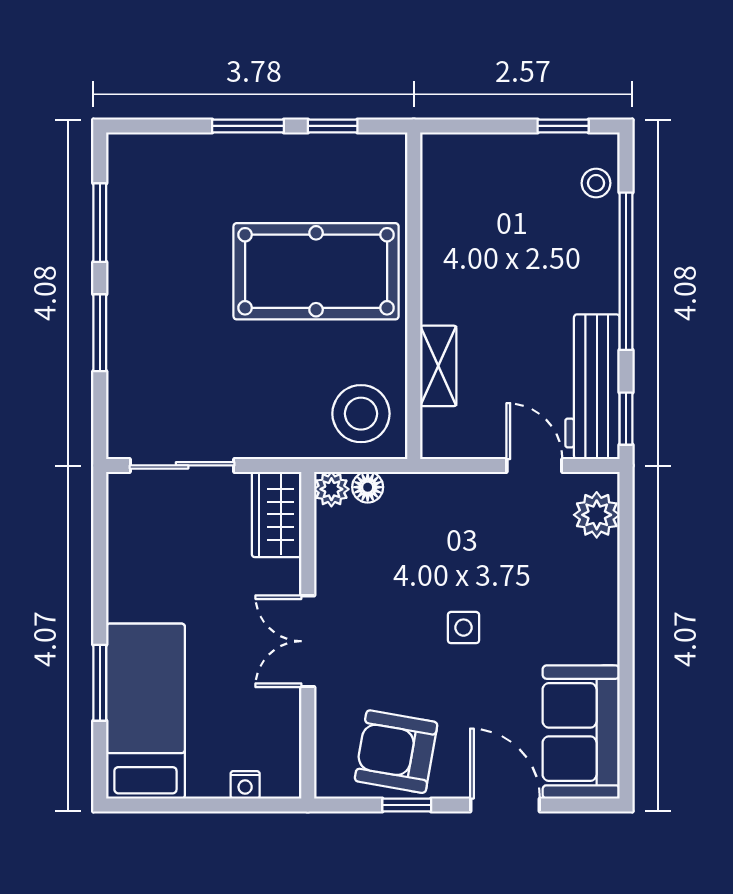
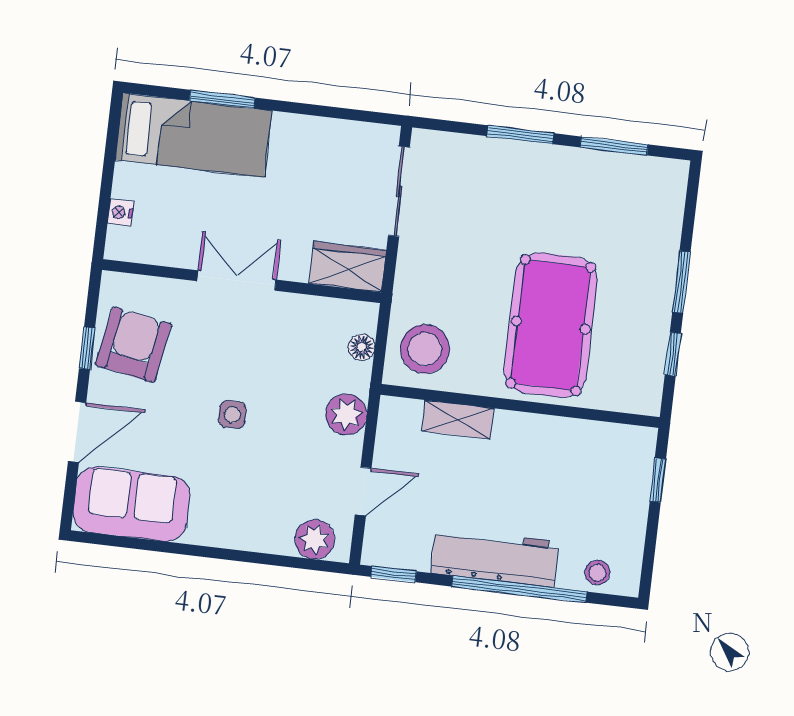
window: (563, 126) -> (658, 480), moved
workbench: (592, 387) -> (495, 557), moved
plant: (331, 489) -> (346, 414), moved, width x1.38, depth x1.38

